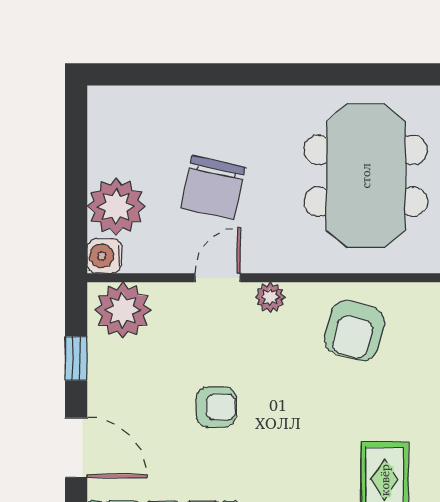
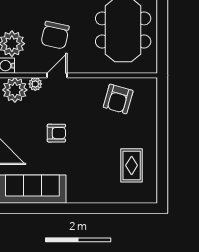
plant: (270, 297) -> (35, 84), moved

